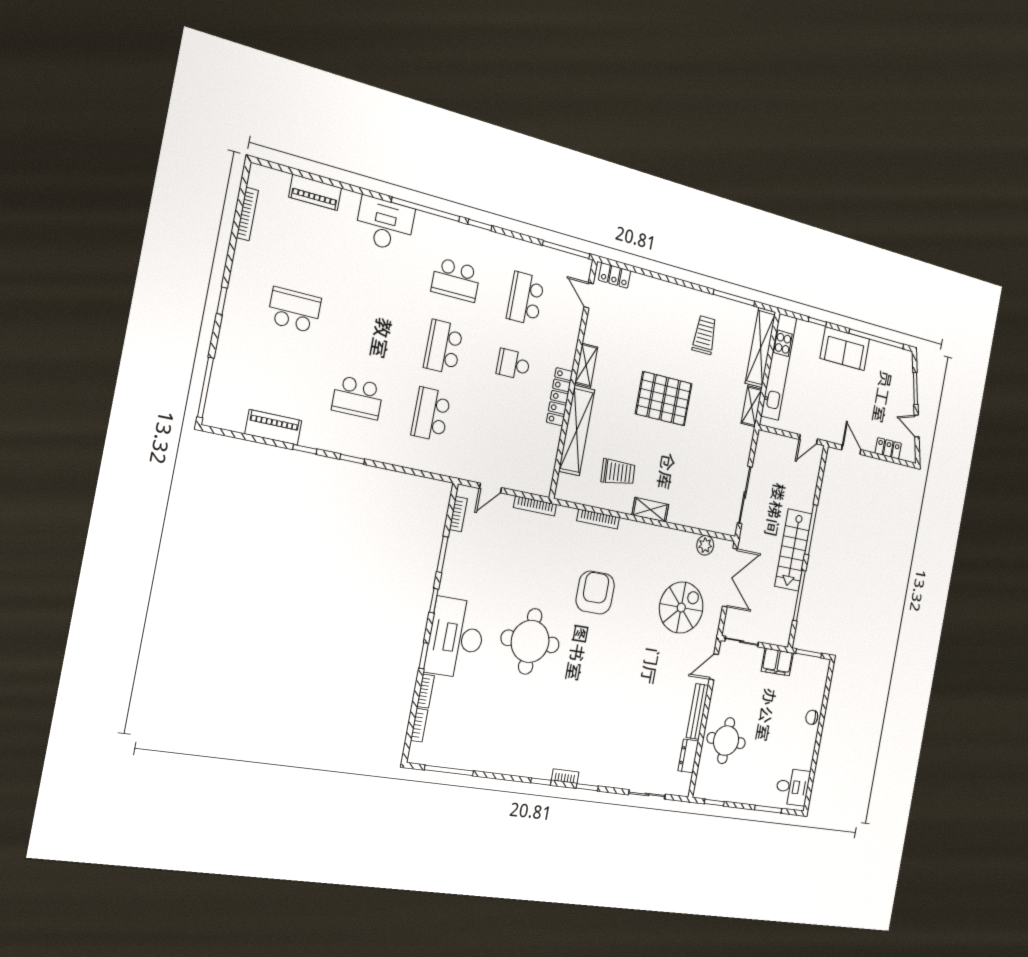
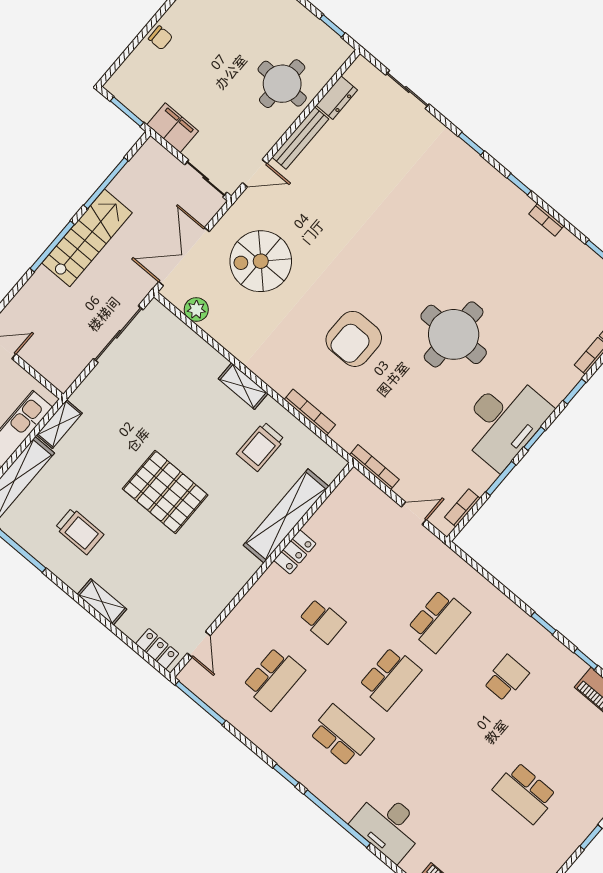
trolley: (704, 335) -> (79, 531), turned -90
shelving: (586, 365) -> (102, 602), moved, turned 90
locker: (559, 397) -> (295, 552), width x0.66
school desk: (358, 398) -> (506, 678), width x0.54
trolley: (618, 472) -> (261, 447), turned -86
desk: (456, 638) -> (504, 421), moved
bookcase: (565, 776) -> (546, 220), moved

